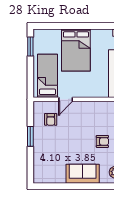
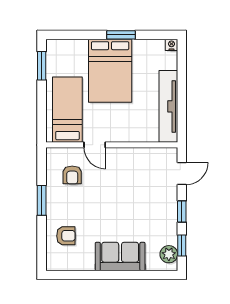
window: (83, 26) -> (121, 35), added
door: (66, 99) -> (95, 145), hinge flipped
armchair: (102, 141) -> (66, 236), moved

